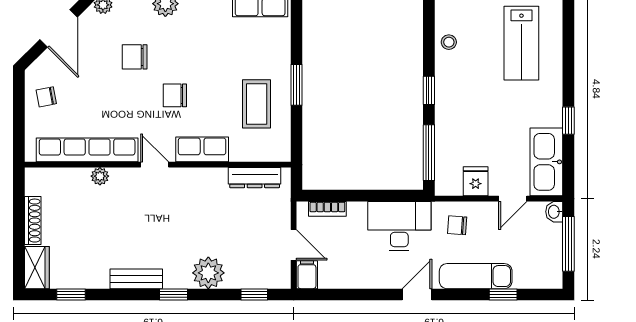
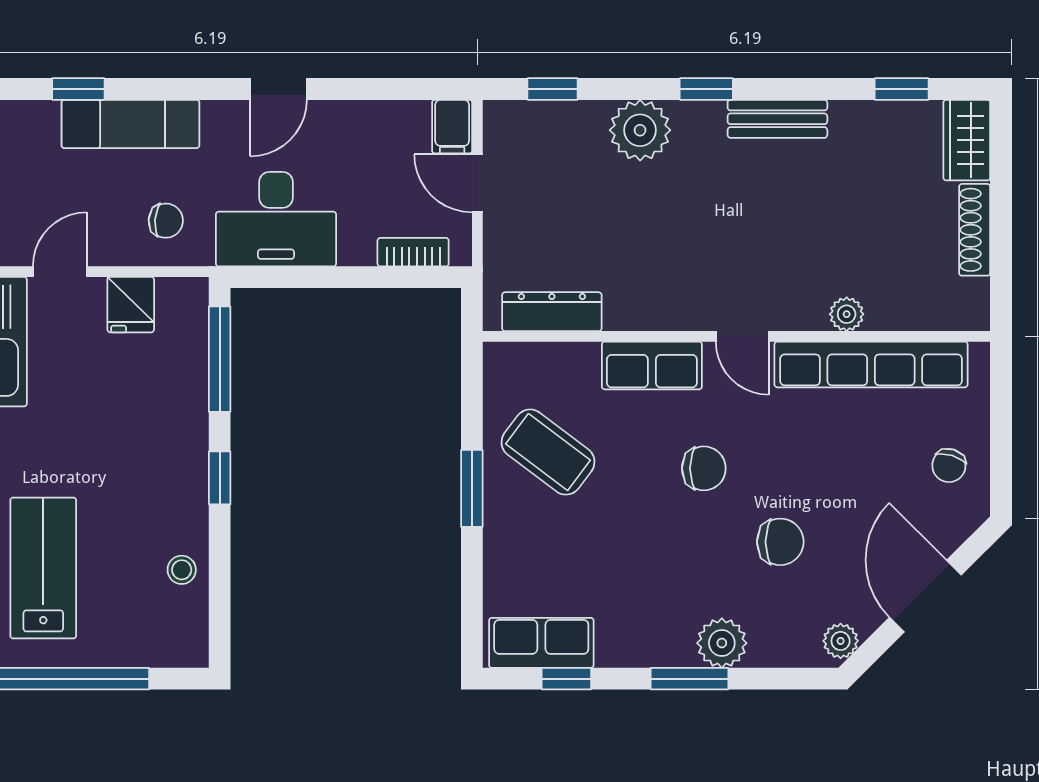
chair: (46, 97) -> (949, 465), turned 118
coffee table: (257, 104) -> (548, 452), turned -53
door: (417, 294) -> (278, 89), moved

